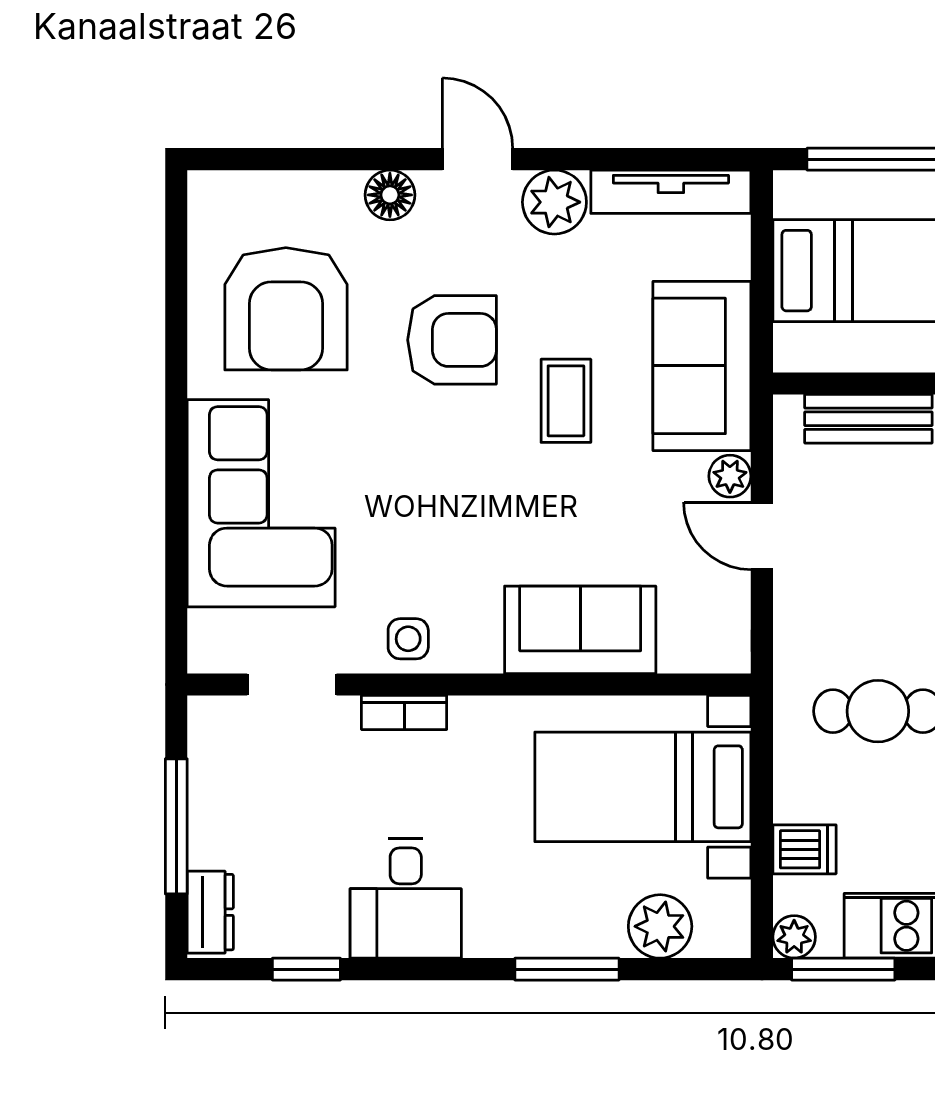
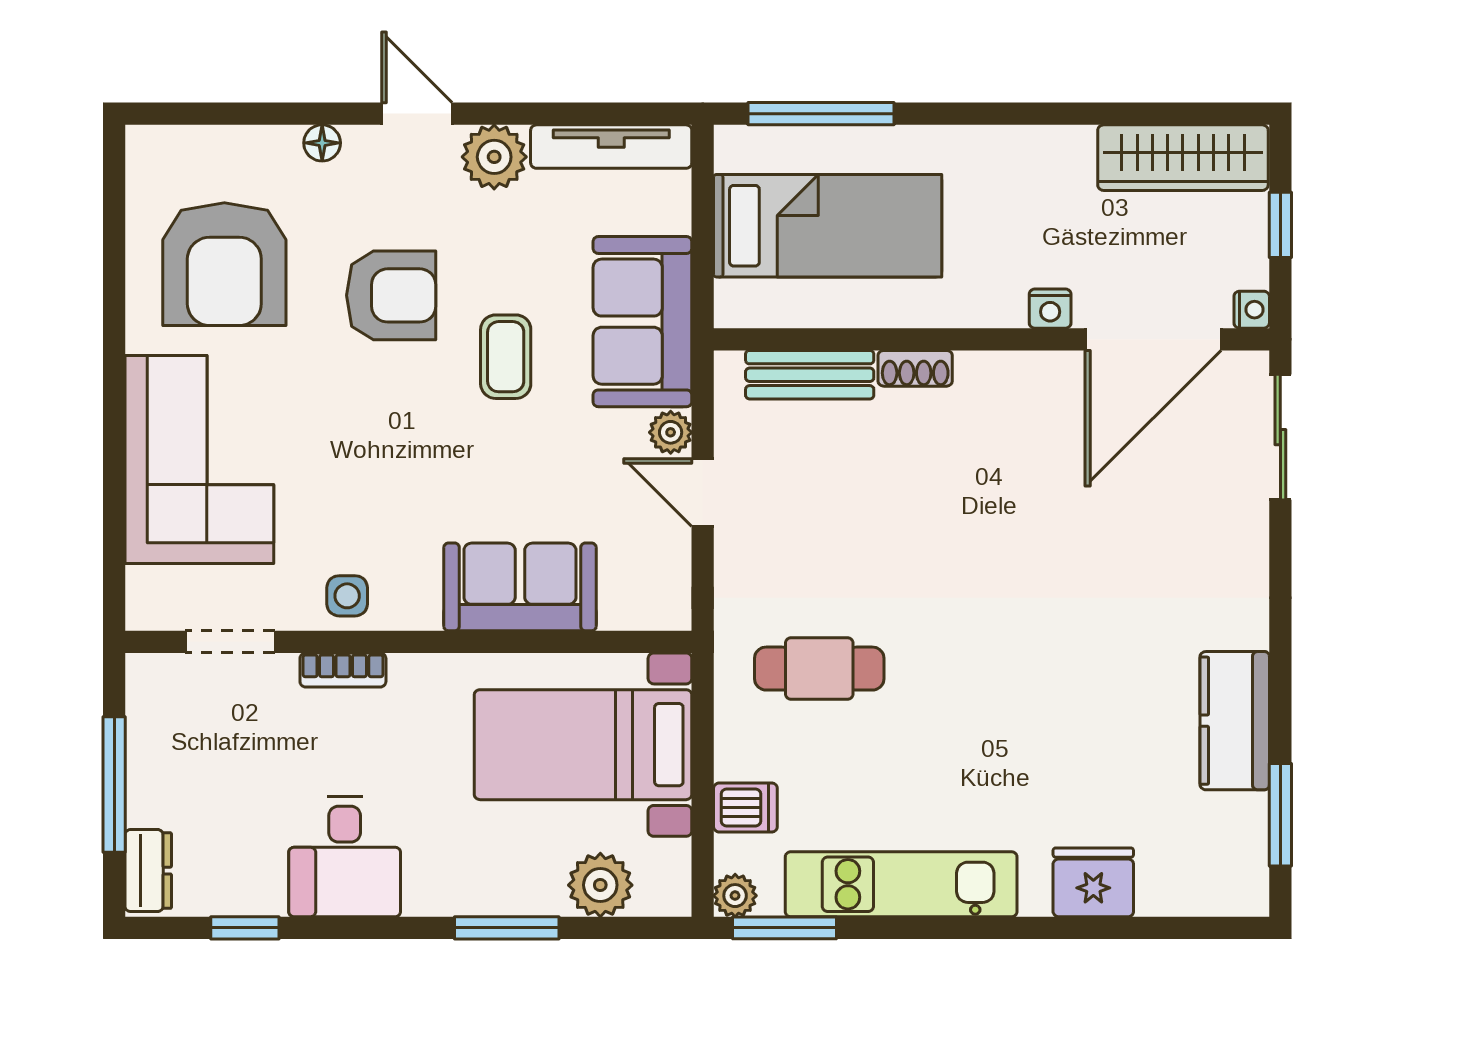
floor lamp: (390, 195) -> (322, 143), width x0.73, depth x0.73

